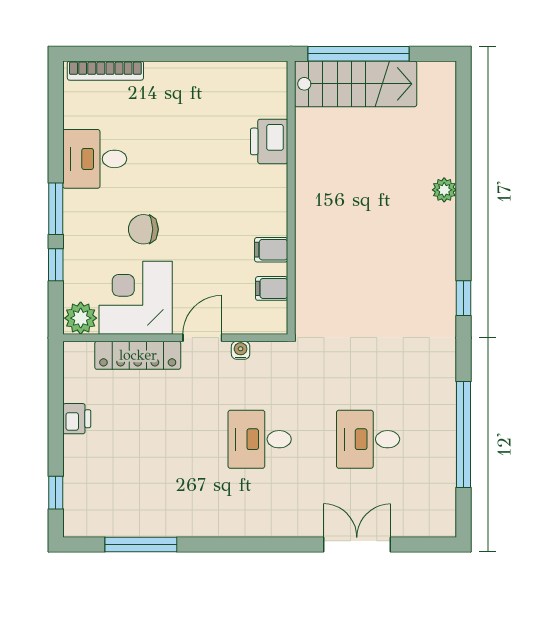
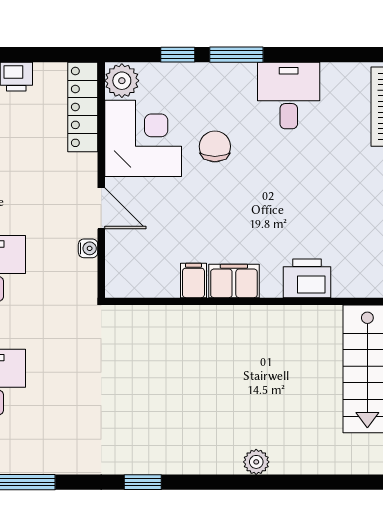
filing cabinet: (272, 288) -> (234, 281), moved, width x2.00
locker: (138, 355) -> (83, 107), moved

